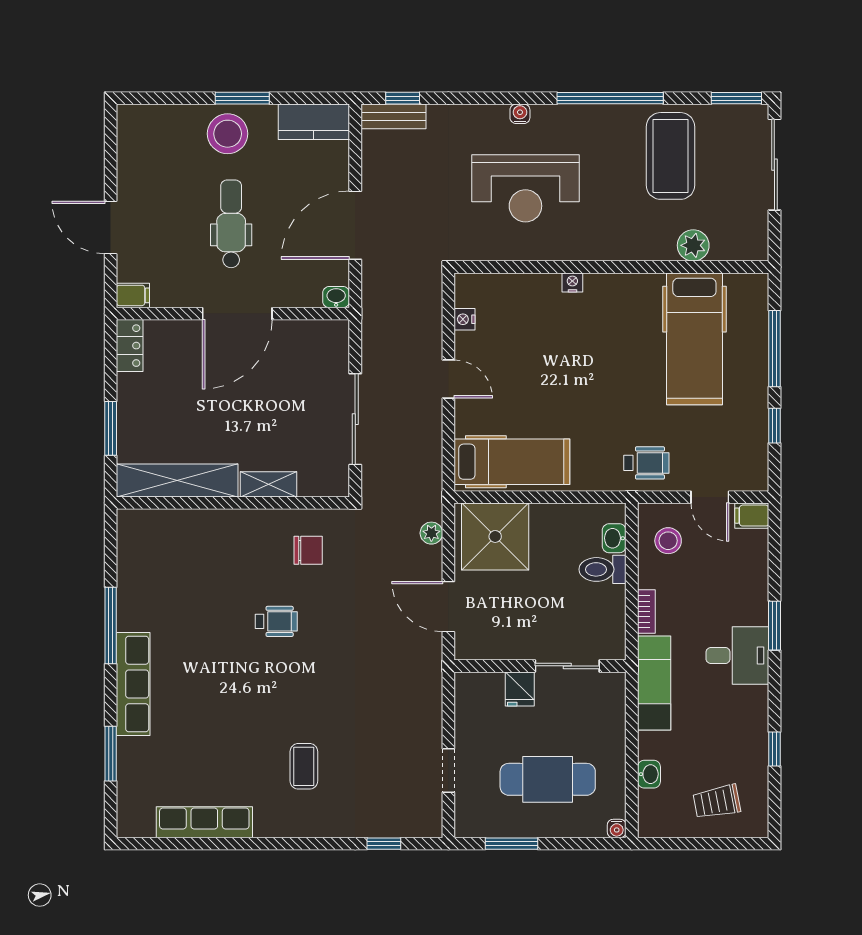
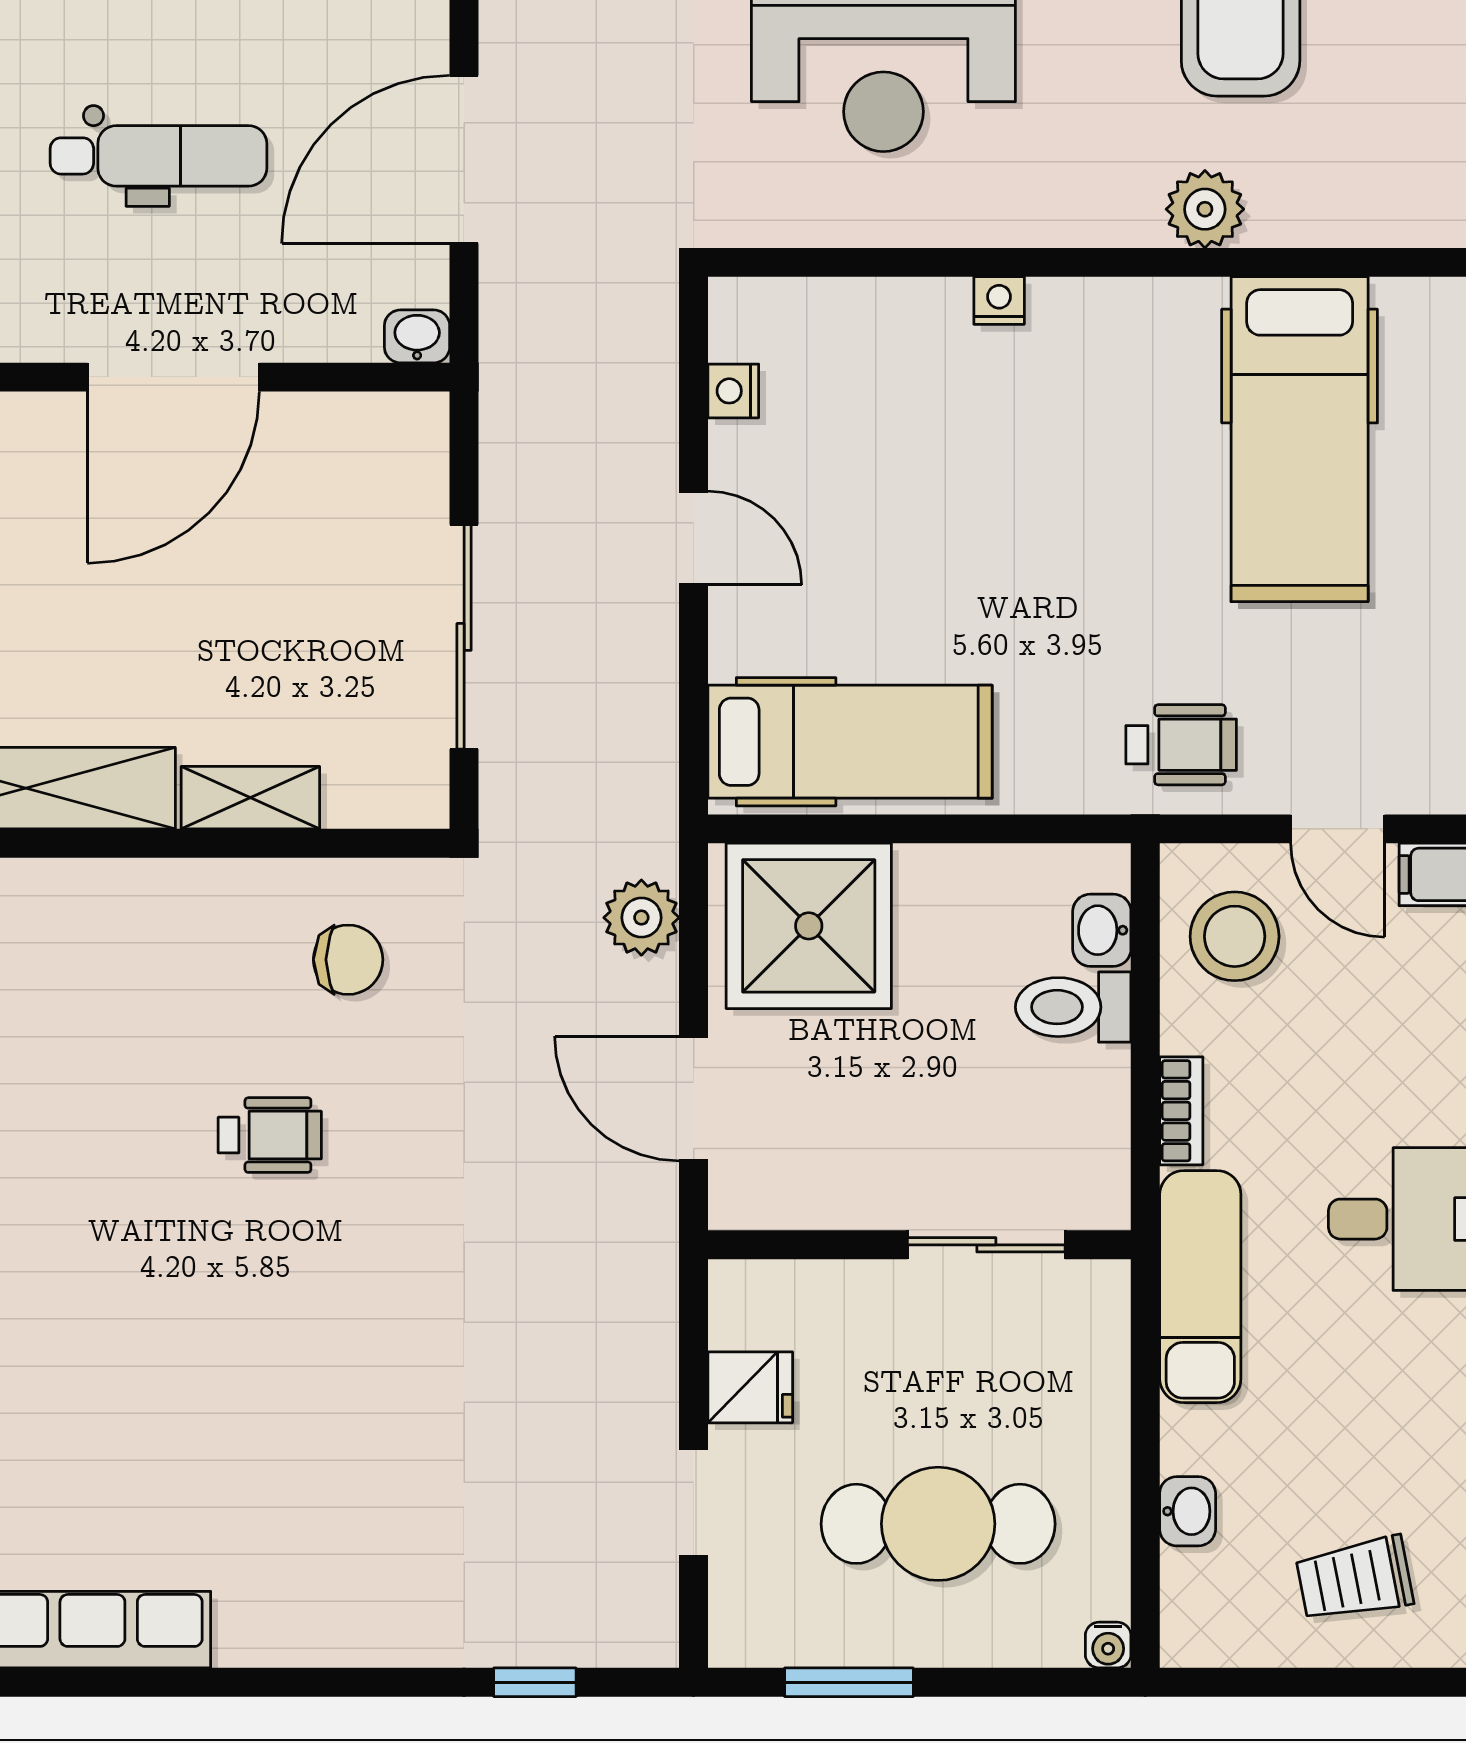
dental chair: (231, 224) -> (159, 156), turned 90
plant: (693, 245) -> (1205, 209), moved
plant: (431, 533) -> (641, 918), width x1.38, depth x1.38
stool: (668, 541) -> (1235, 936), width x1.38, depth x1.38
fridge: (520, 689) -> (750, 1387), moved, turned -90
coffee table: (304, 766) -> (338, 1492), removed

